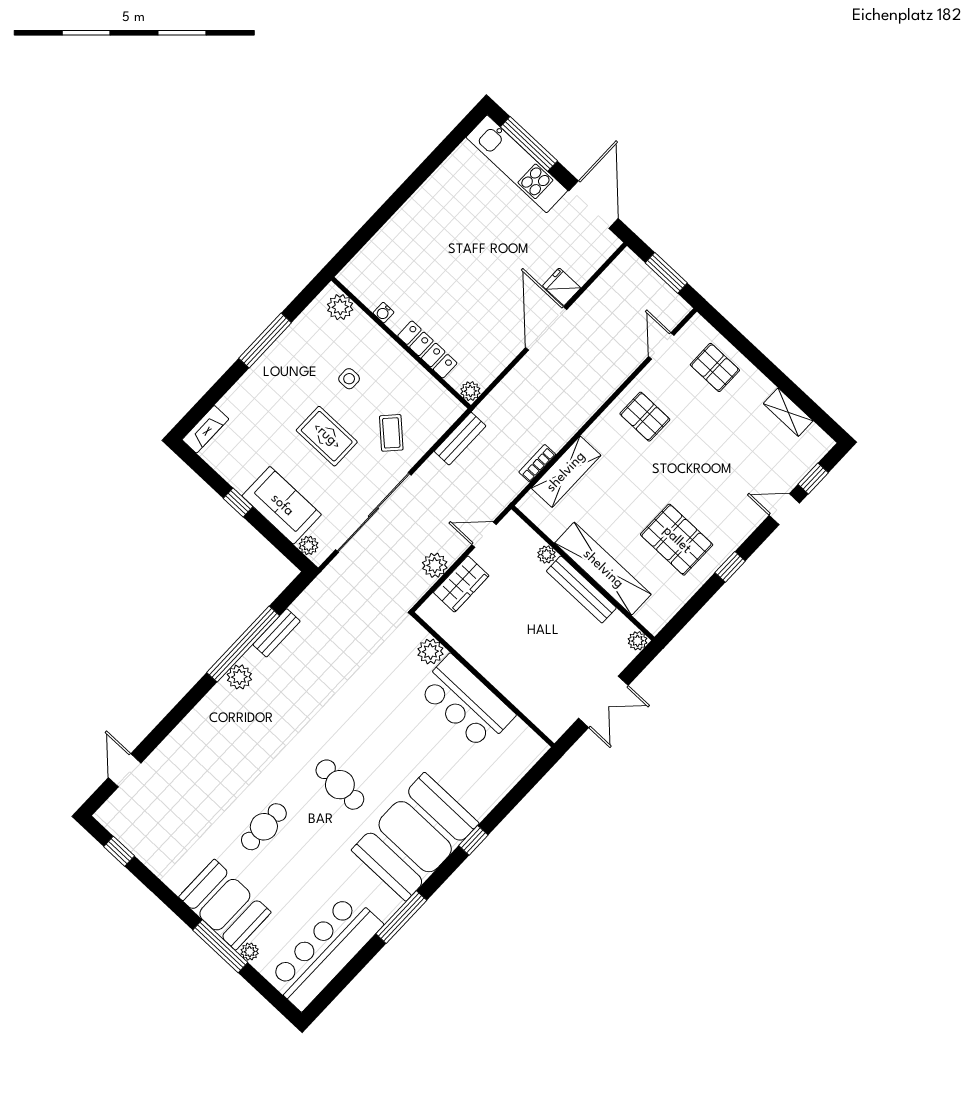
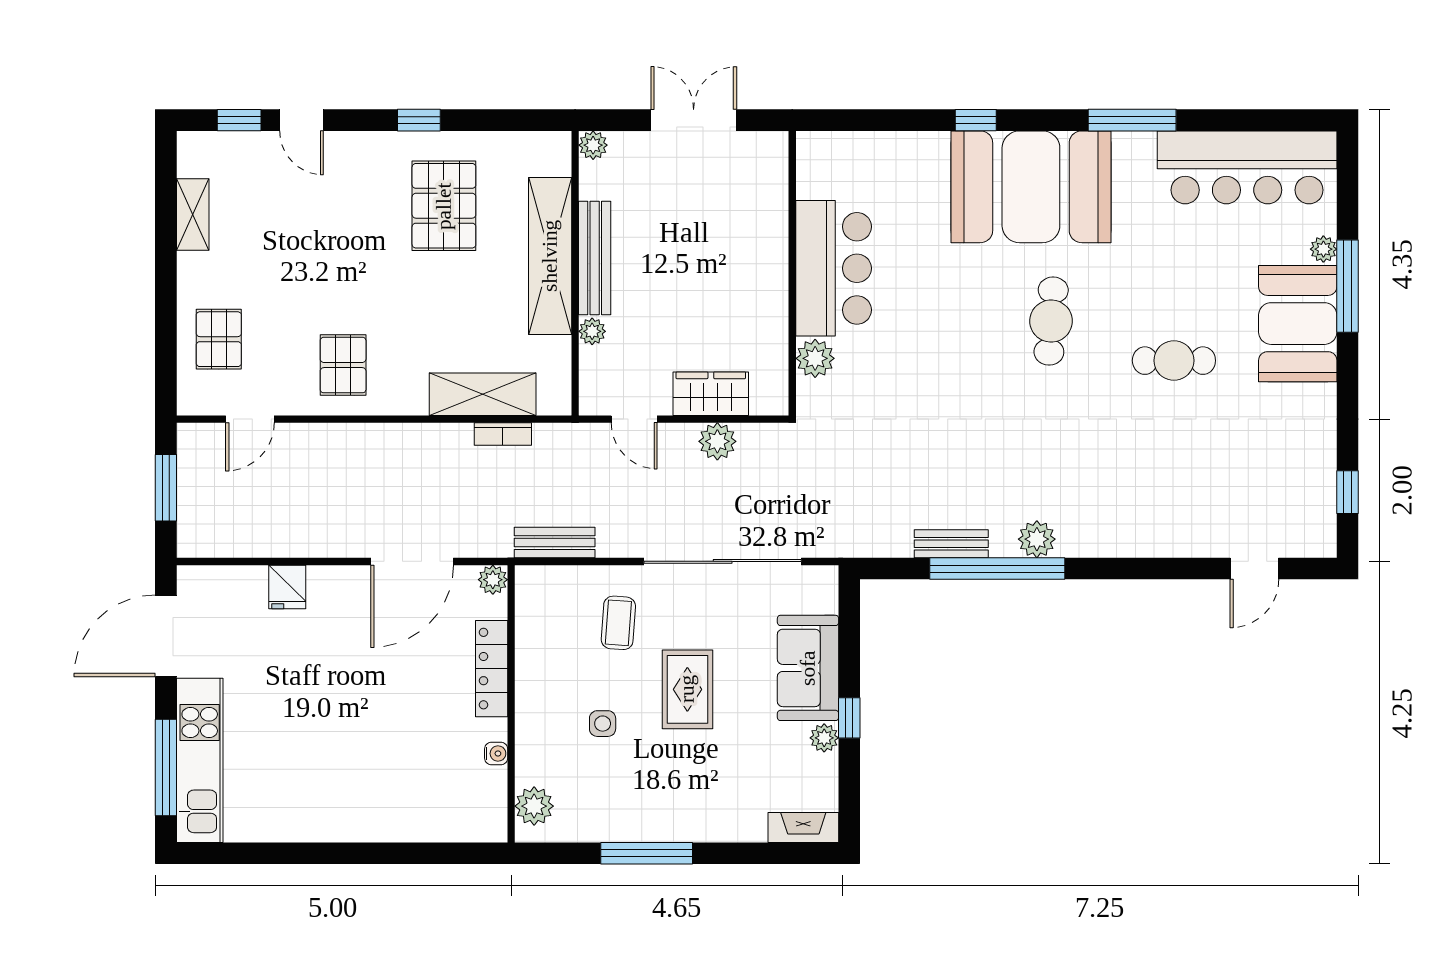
door: (546, 328) -> (412, 561), moved
coffee table: (391, 433) -> (618, 623), turned -39
plant: (309, 545) -> (824, 738), moved

